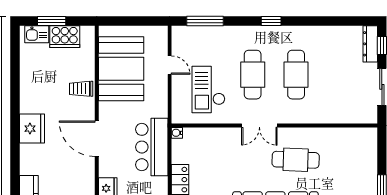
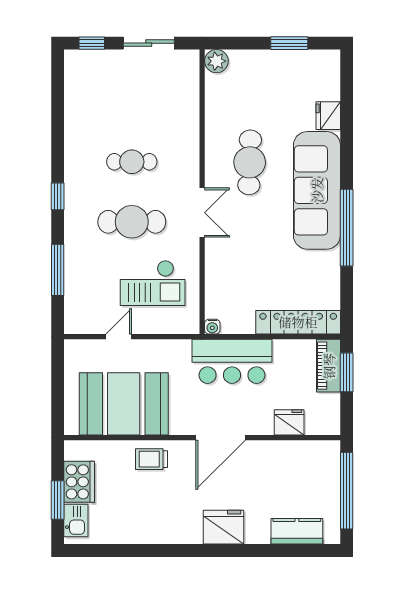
window: (205, 21) -> (58, 270), moved
dresser: (370, 44) -> (89, 59), removed
cafe table: (296, 75) -> (132, 162), width x0.73, depth x0.74
trolley: (81, 89) -> (151, 459), turned 90
fridge: (32, 129) -> (224, 527), moved
plant: (369, 136) -> (216, 61), added

